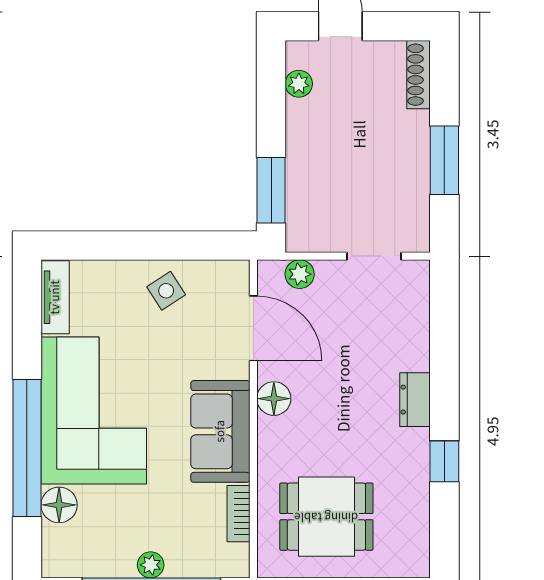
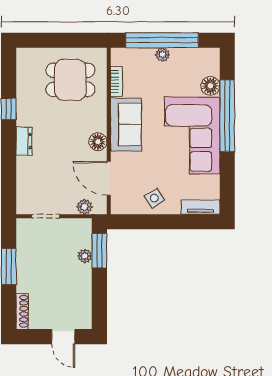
plant: (299, 84) -> (85, 256), moved
tv unit: (55, 297) -> (201, 207), moved, turned 90

